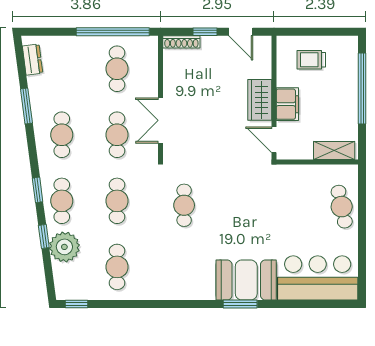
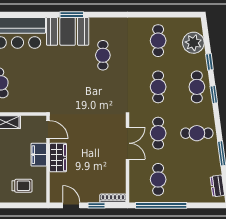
cafe table: (62, 135) -> (197, 133), turned 90
cafe table: (184, 205) -> (103, 55), moved
plant: (64, 247) -> (193, 43), moved
window: (77, 304) -> (186, 15), removed

